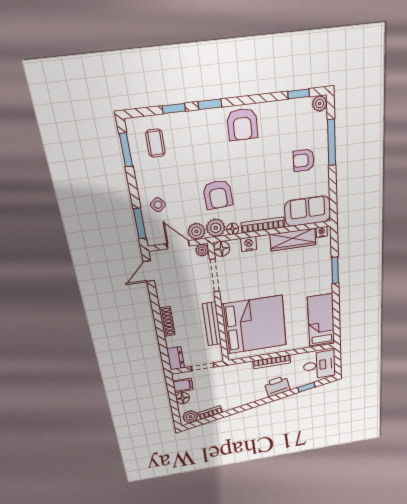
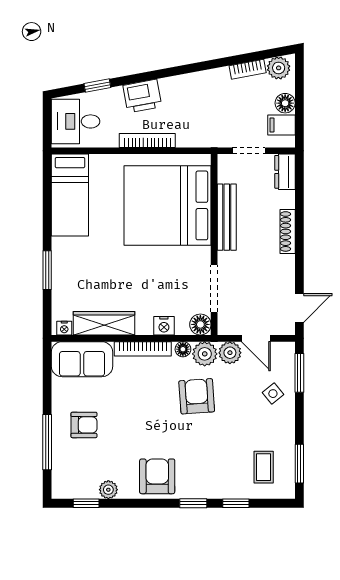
plant: (320, 103) -> (108, 490), moved
plant: (202, 250) -> (226, 326), removed

